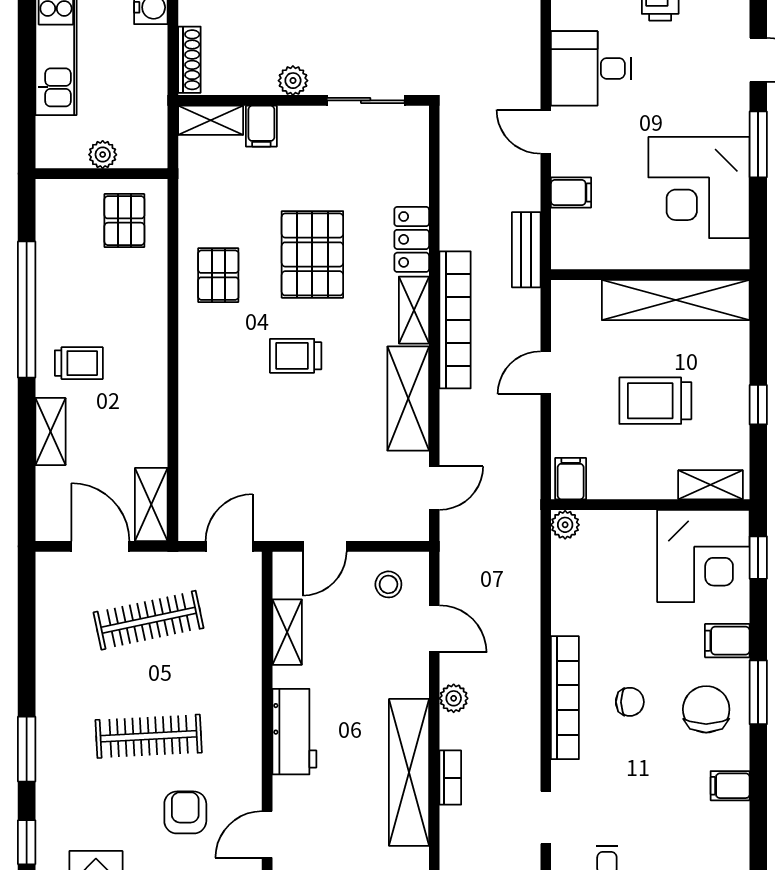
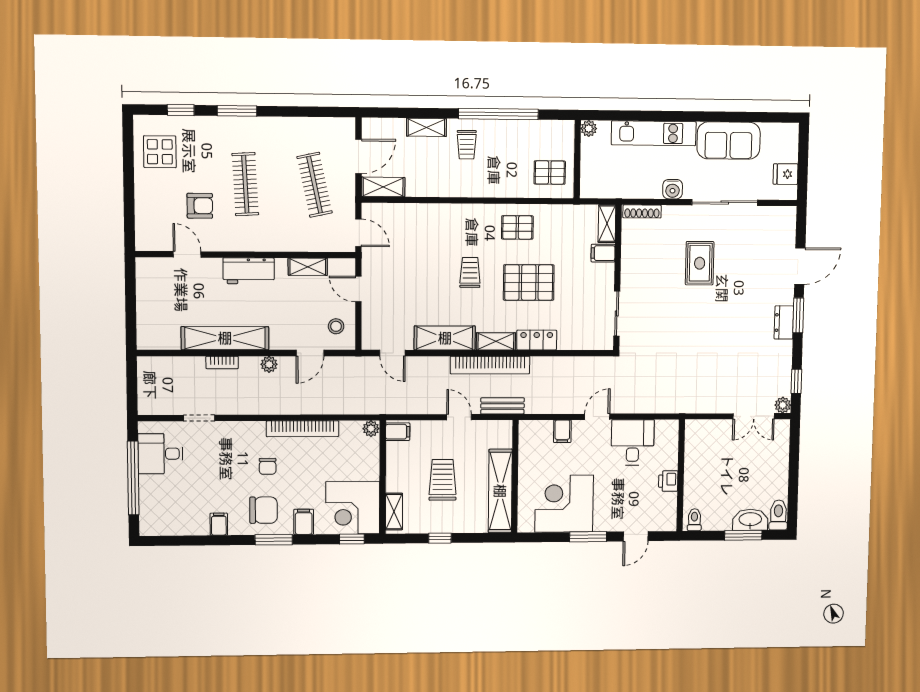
plant: (293, 81) -> (629, 272), removed
plant: (103, 155) -> (589, 128), moved
bench: (526, 250) -> (502, 406), moved
bookcase: (565, 698) -> (303, 429), moved

